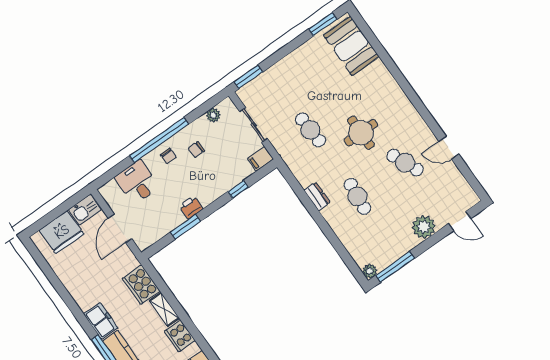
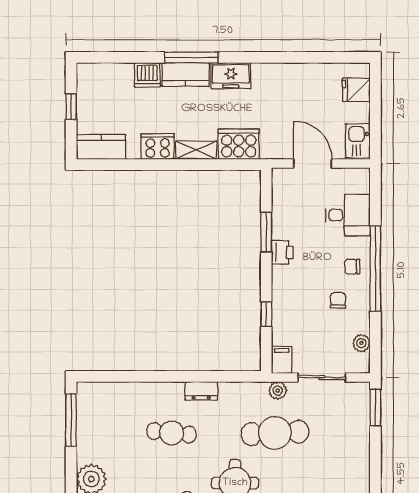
cafe table: (310, 130) -> (275, 433), width x1.37, depth x1.35
fridge: (62, 232) -> (356, 90), width x0.53, depth x0.75
plant: (370, 271) -> (278, 391), moved

